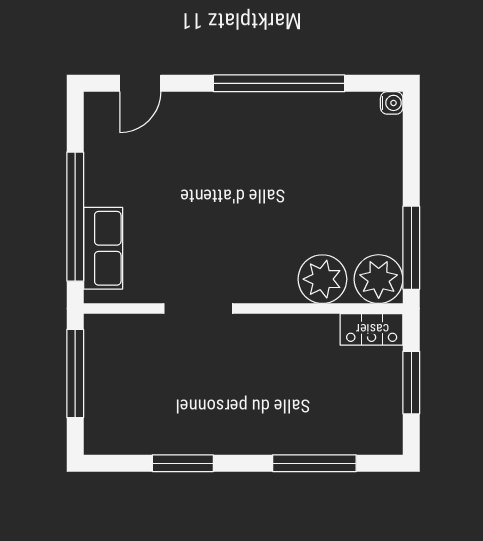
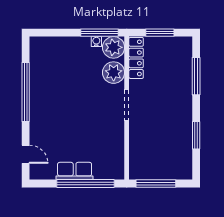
water cooler: (392, 103) -> (96, 41), moved
row of seats: (103, 248) -> (75, 171), moved
doorway: (198, 309) -> (127, 105), moved
locker: (372, 329) -> (136, 58), width x1.53

